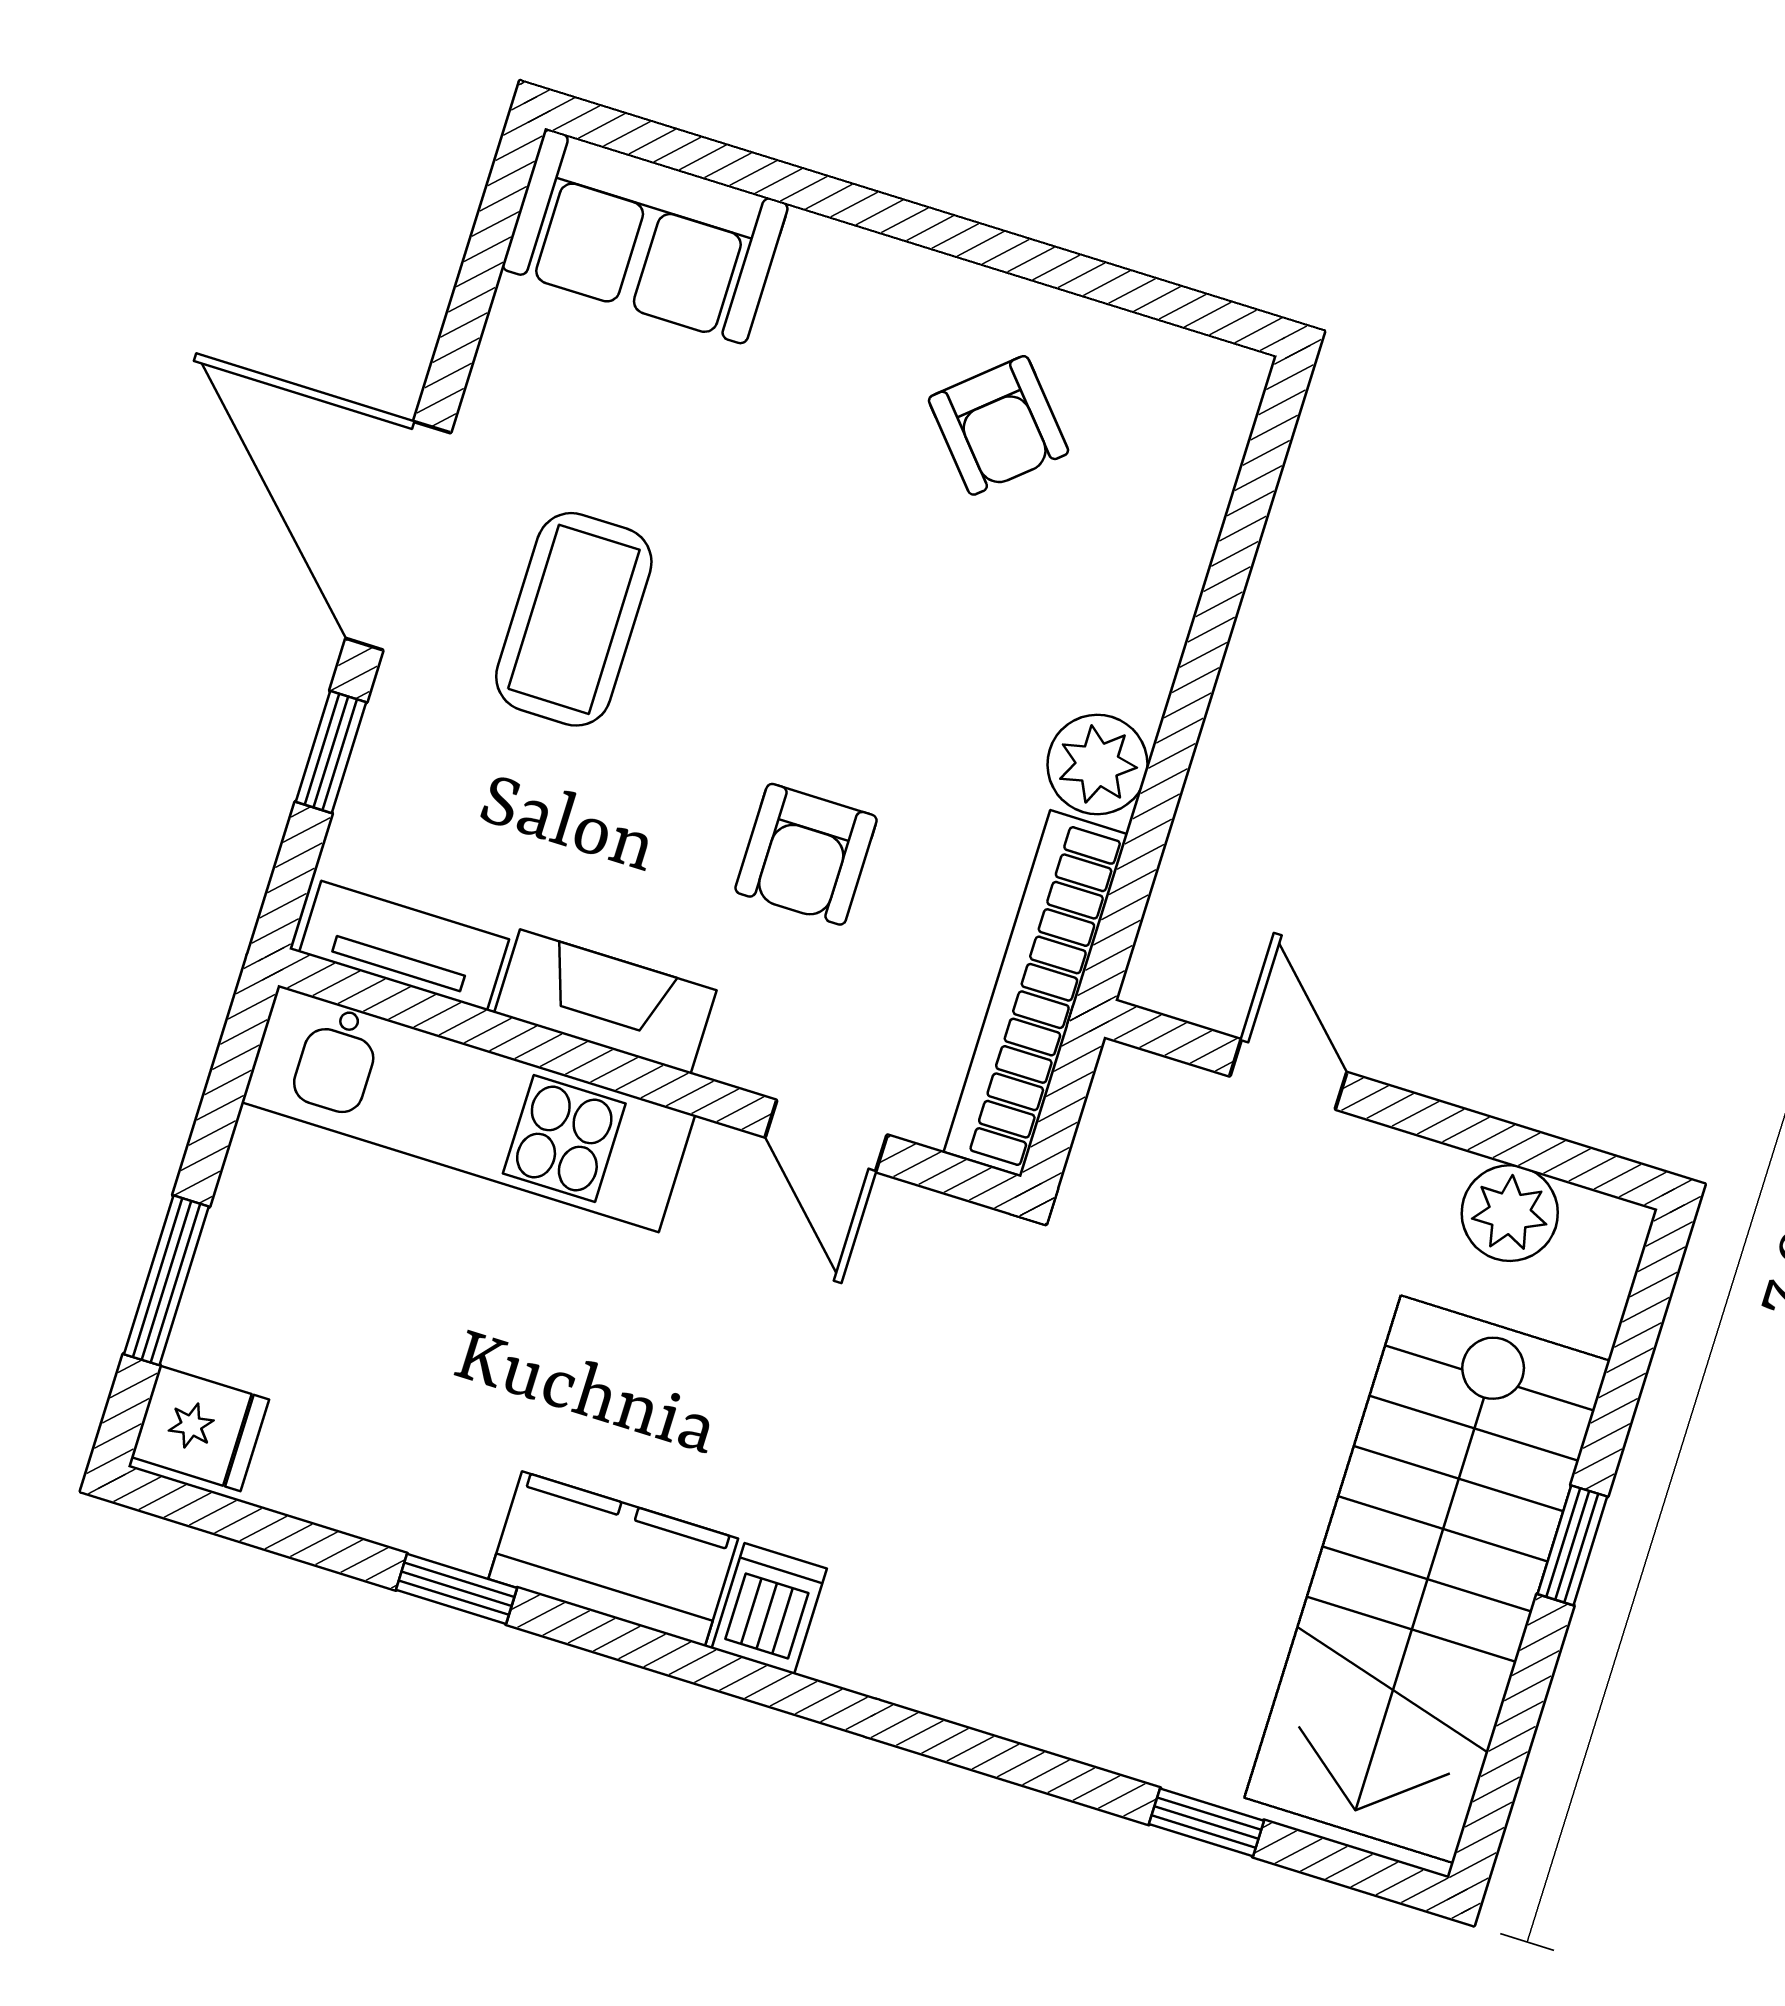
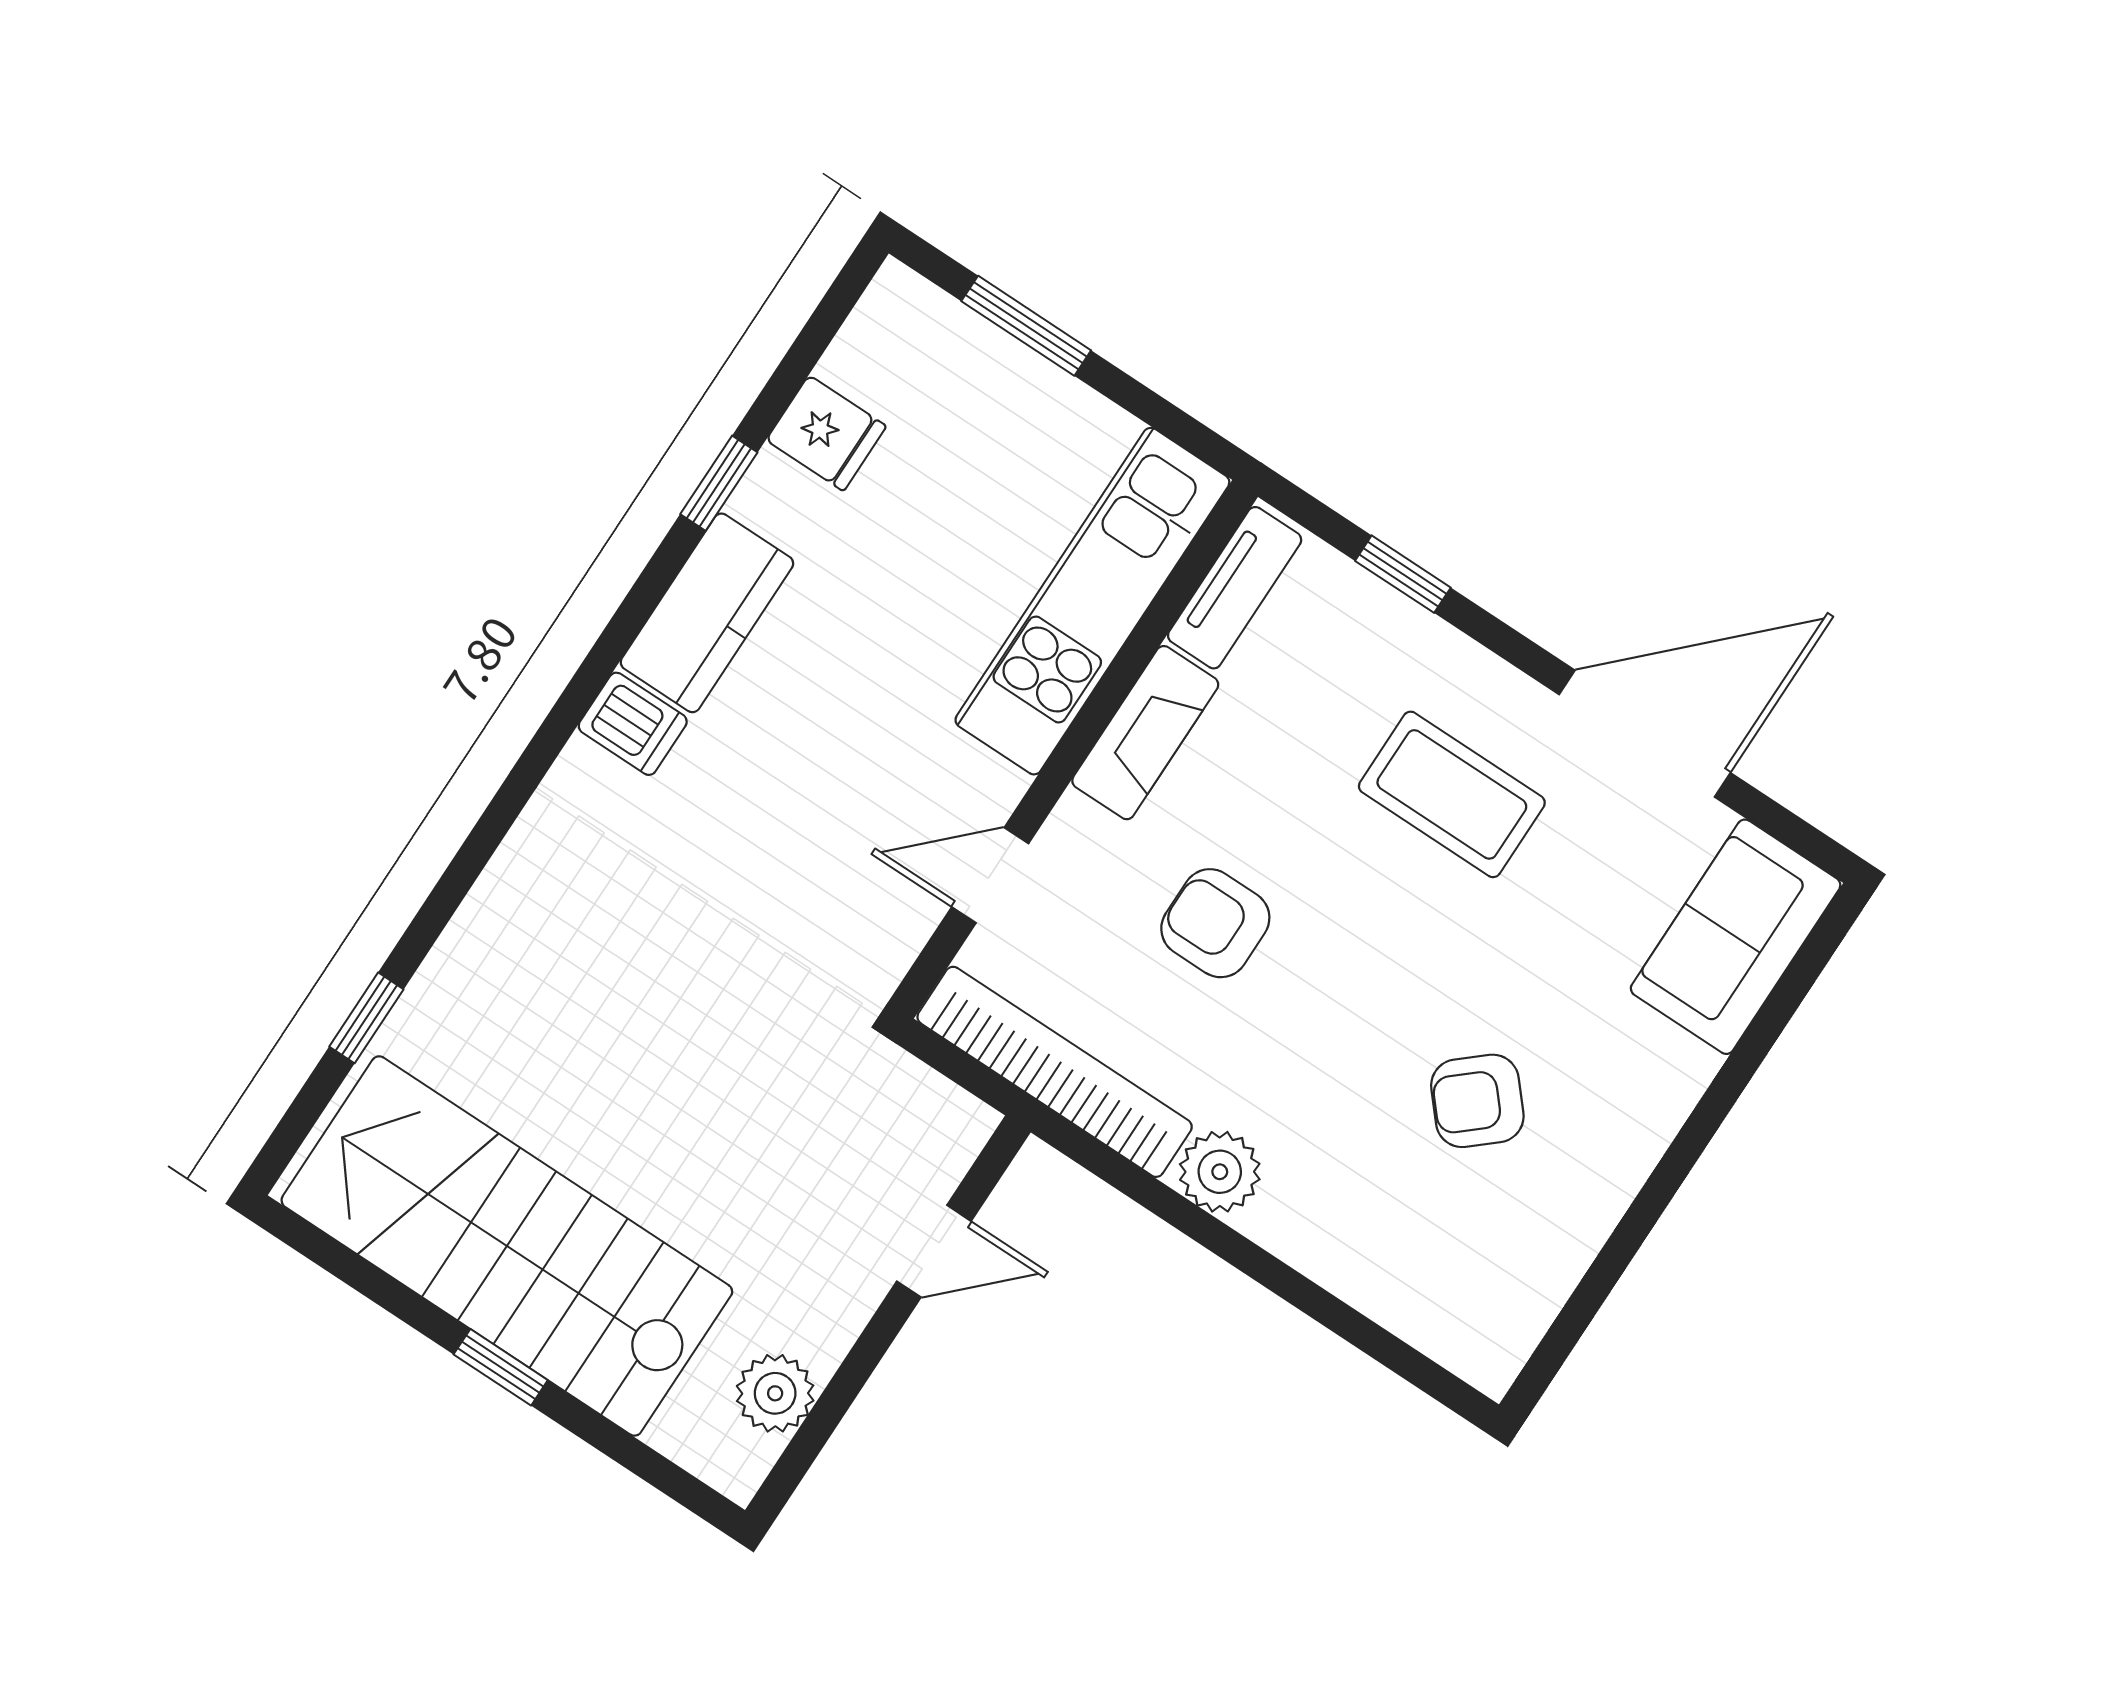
armchair: (999, 425) -> (1477, 1101), moved
door: (398, 536) -> (1645, 734), moved
fridge: (200, 1428) -> (826, 433), moved, turned -90

